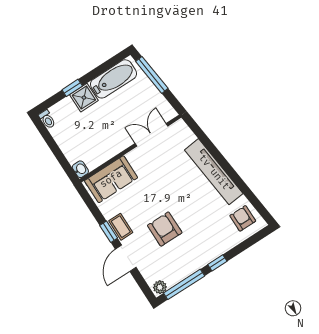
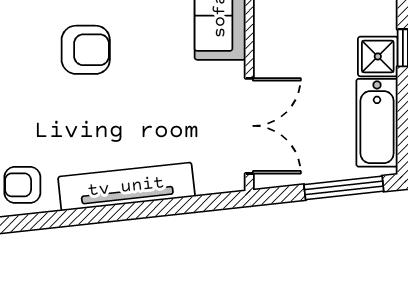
double door: (152, 135) -> (249, 126), width x1.37
armchair: (243, 218) -> (22, 185), turned 180

